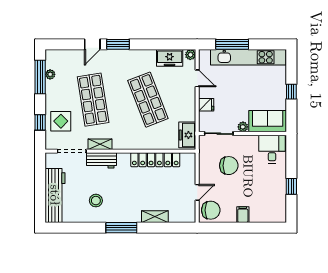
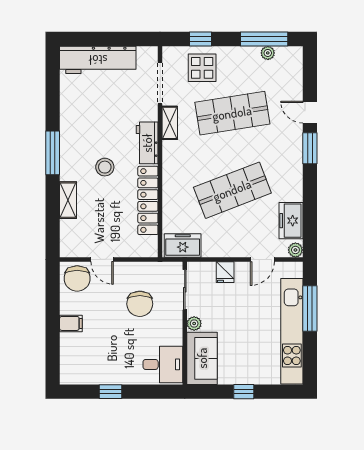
workbench: (101, 160) -> (147, 143), moved
stool: (96, 201) -> (105, 167), moved

